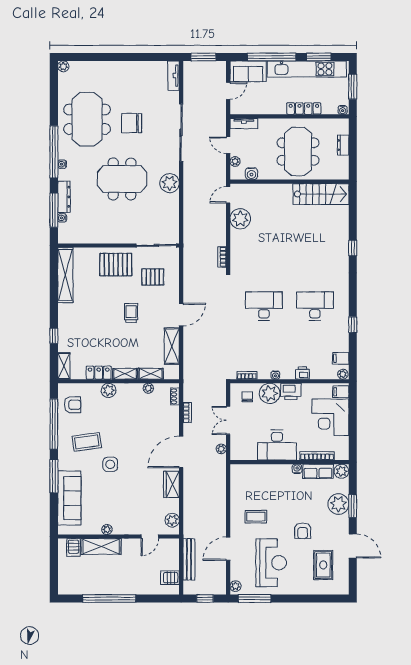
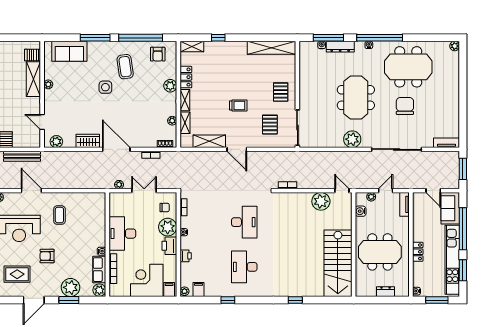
locker: (304, 109) -> (418, 252), width x0.66
stairs: (321, 194) -> (338, 263), width x1.36, depth x1.51
pallet: (116, 265) -> (281, 92), width x0.67, depth x0.71
desk: (315, 306) -> (244, 267), turned 180
sofa: (69, 498) -> (69, 51), width x0.73

